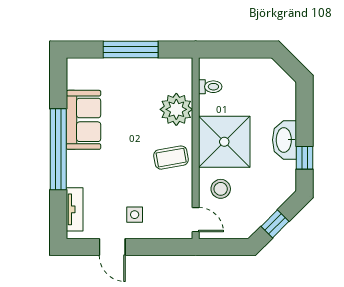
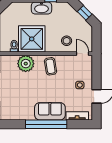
sofa: (83, 120) -> (50, 111), moved
shower: (224, 142) -> (32, 39), moved
door: (196, 220) -> (82, 54), hinge flipped

